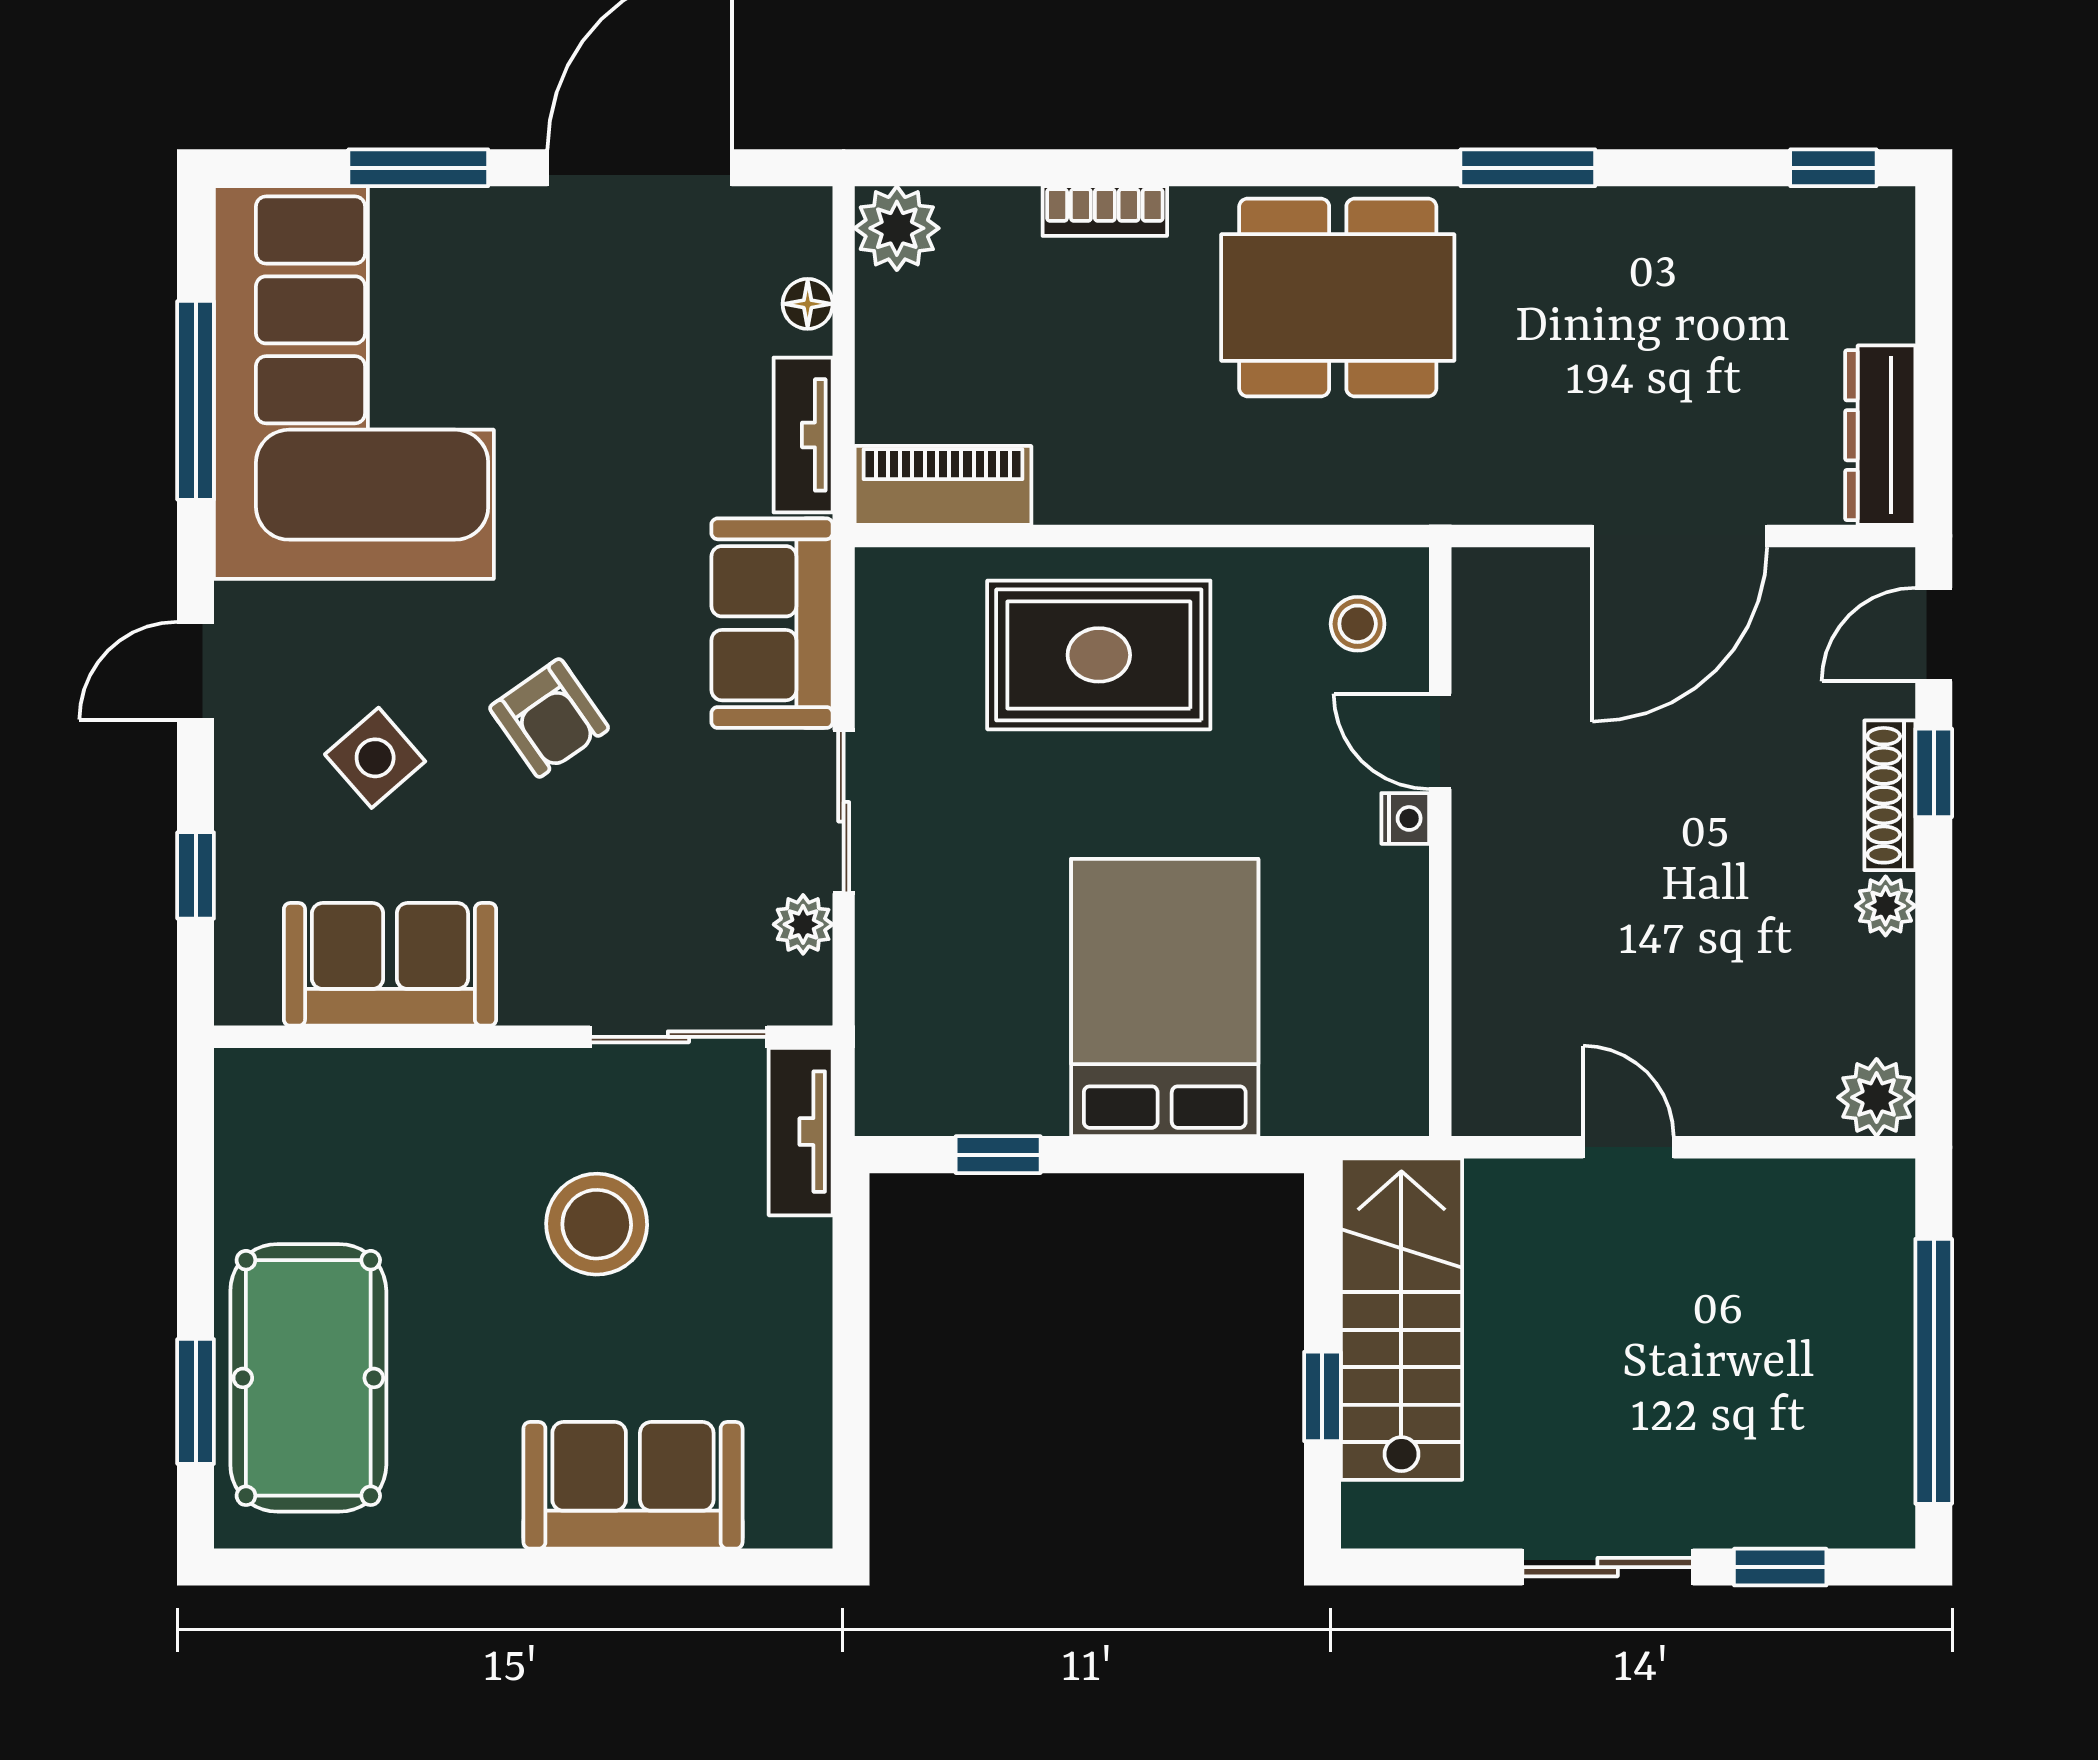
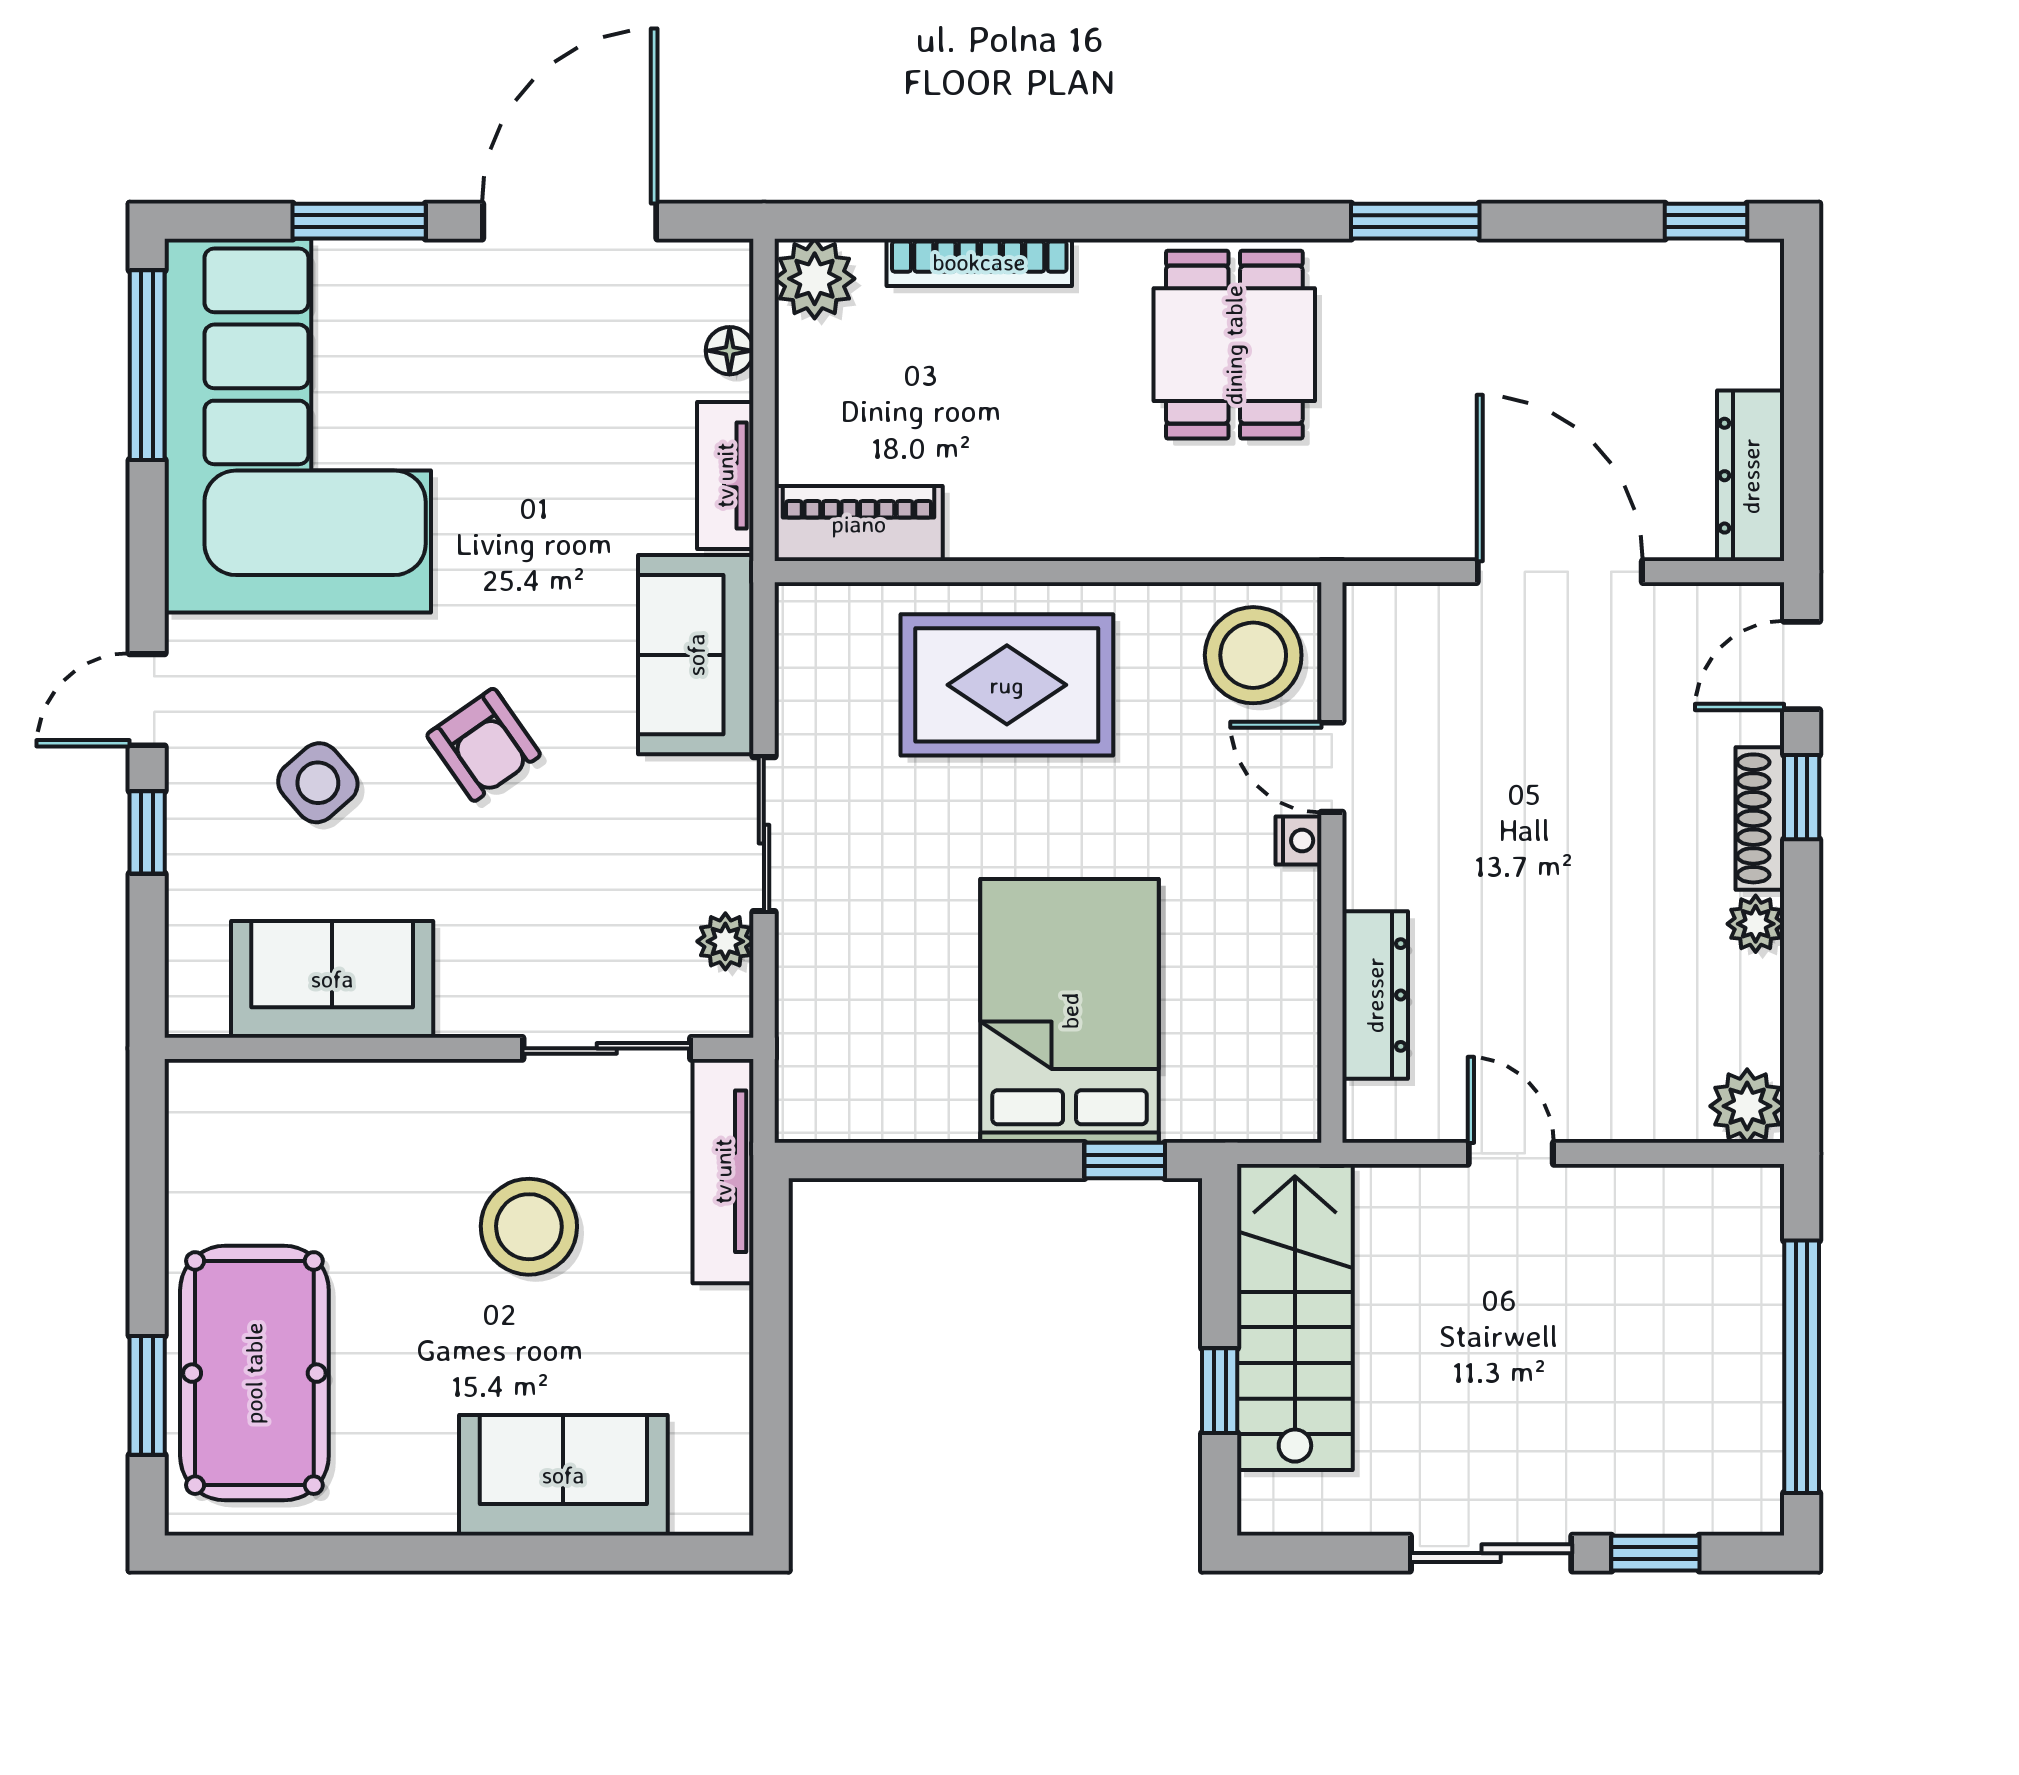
bookcase: (1105, 211) -> (979, 262), width x1.56
dining table: (1338, 298) -> (1234, 345), width x0.73
window: (196, 400) -> (147, 365), moved
door: (1680, 536) -> (1560, 572), swing flipped
stool: (1358, 624) -> (1253, 655), width x1.89, depth x1.89
window: (196, 875) -> (147, 832), moved
dresser: (1486, 981) -> (1375, 995), added
tv unit: (801, 1132) -> (723, 1171), width x1.41
window: (998, 1155) -> (1125, 1160), moved

